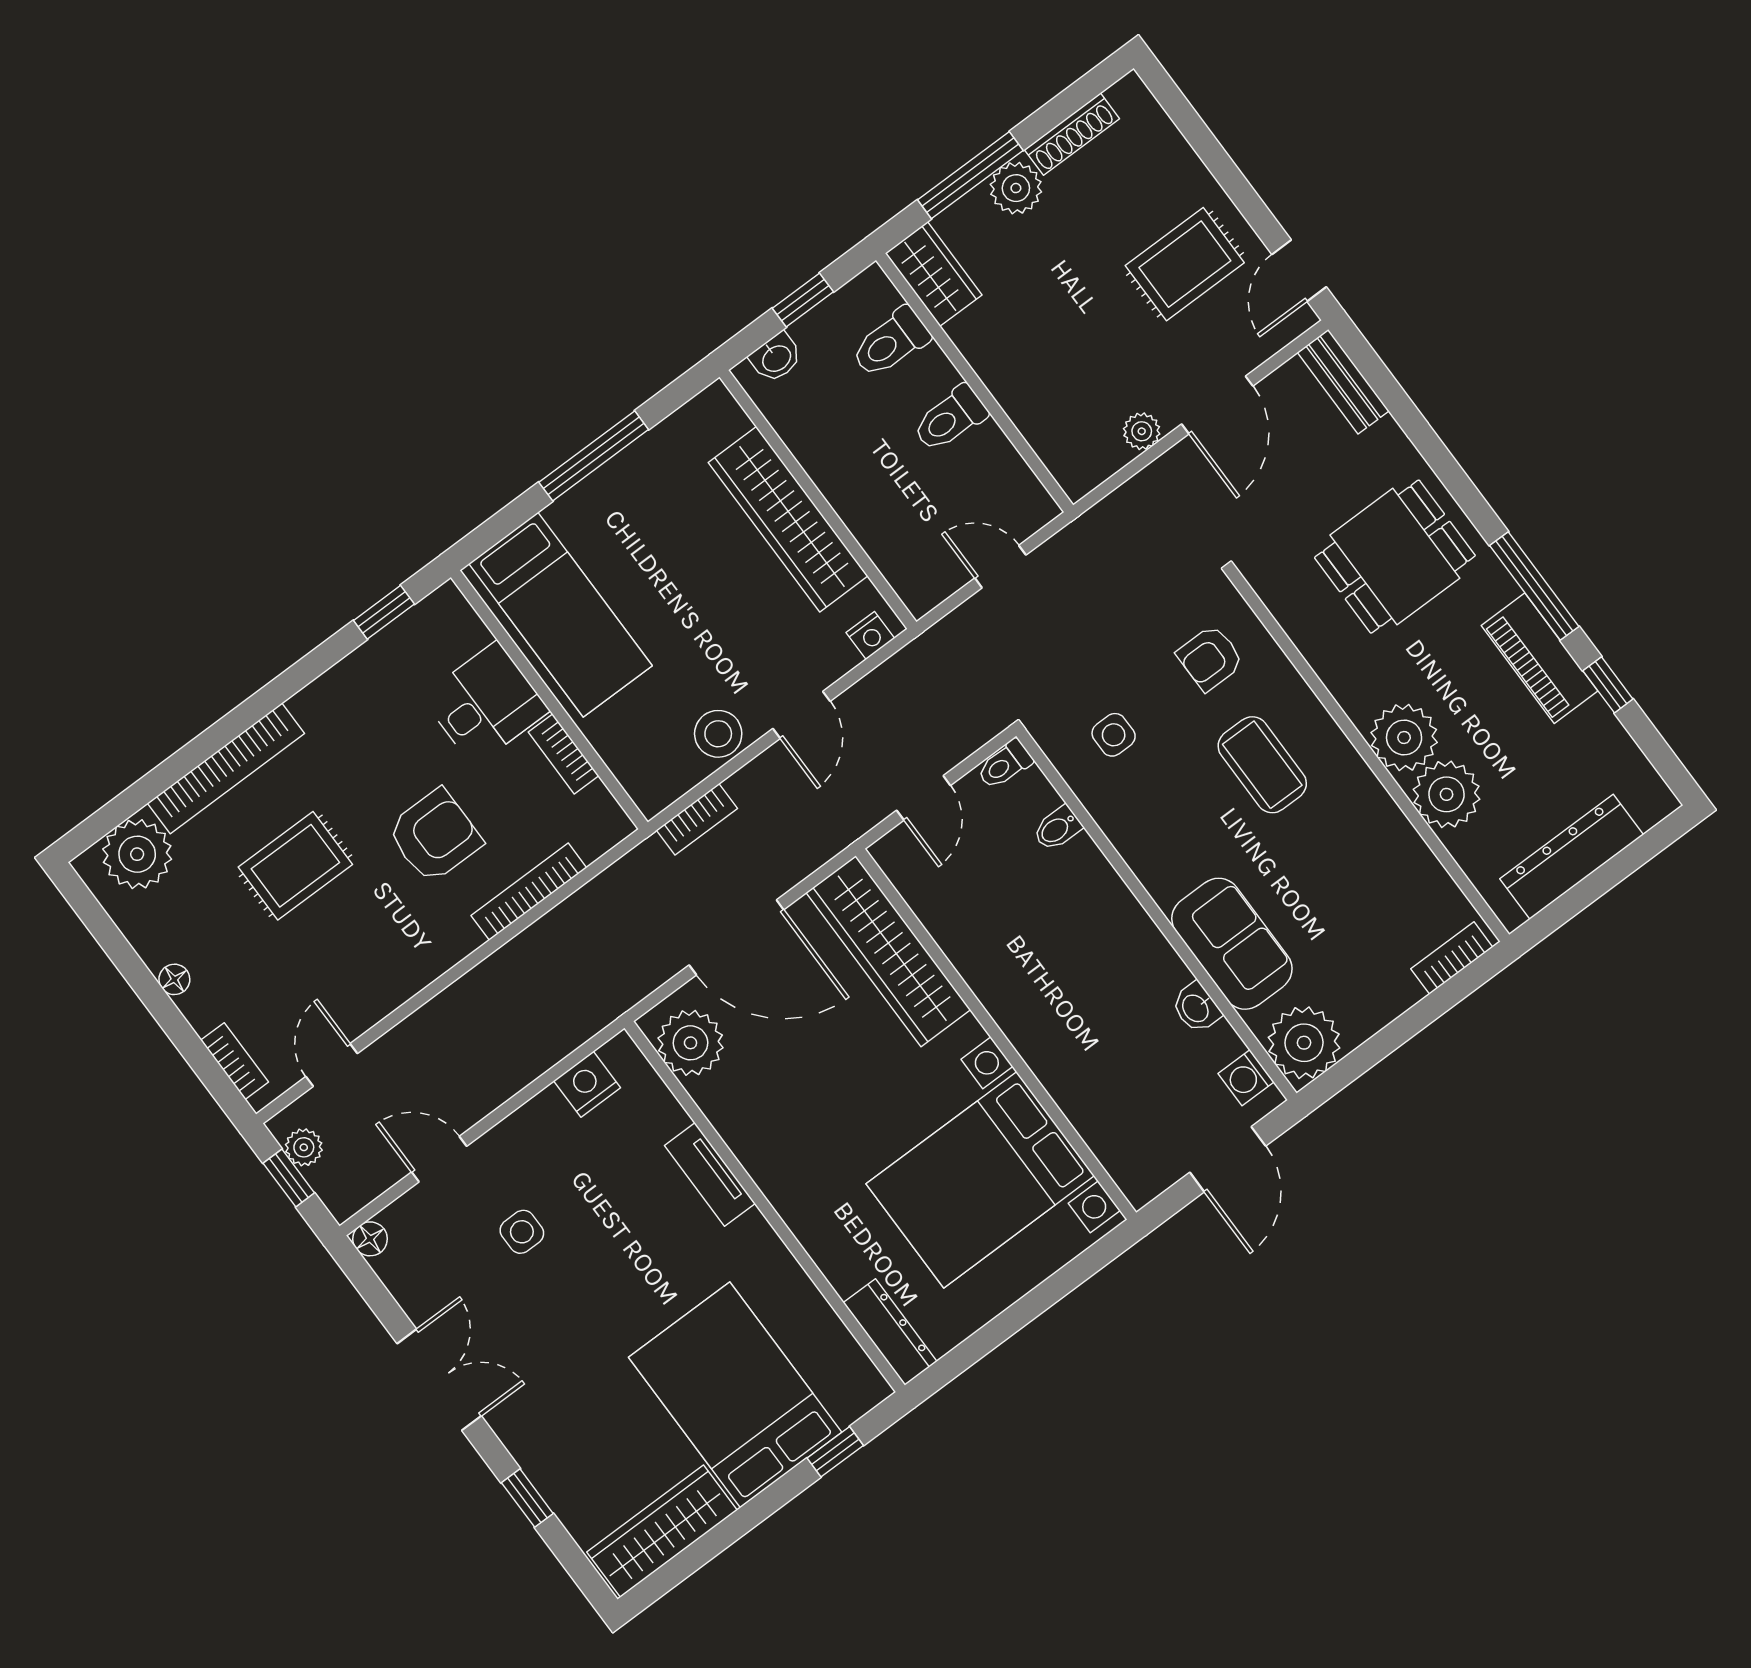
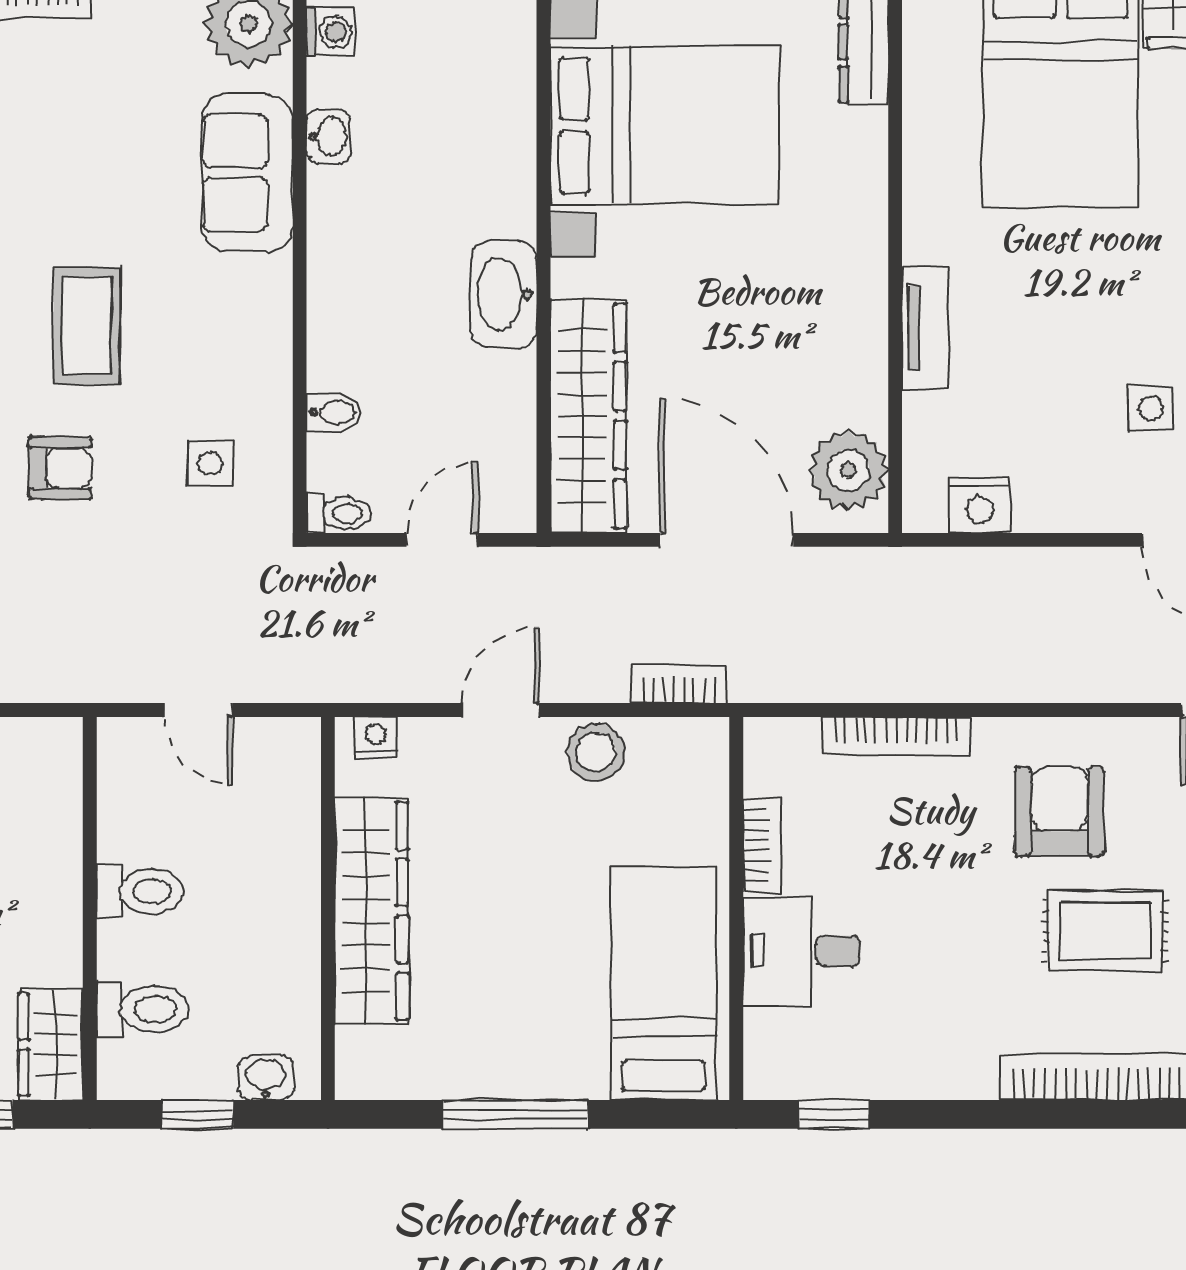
armchair: (435, 836) -> (1059, 812), moved, turned 90
washbasin: (1003, 990) -> (504, 294), added

